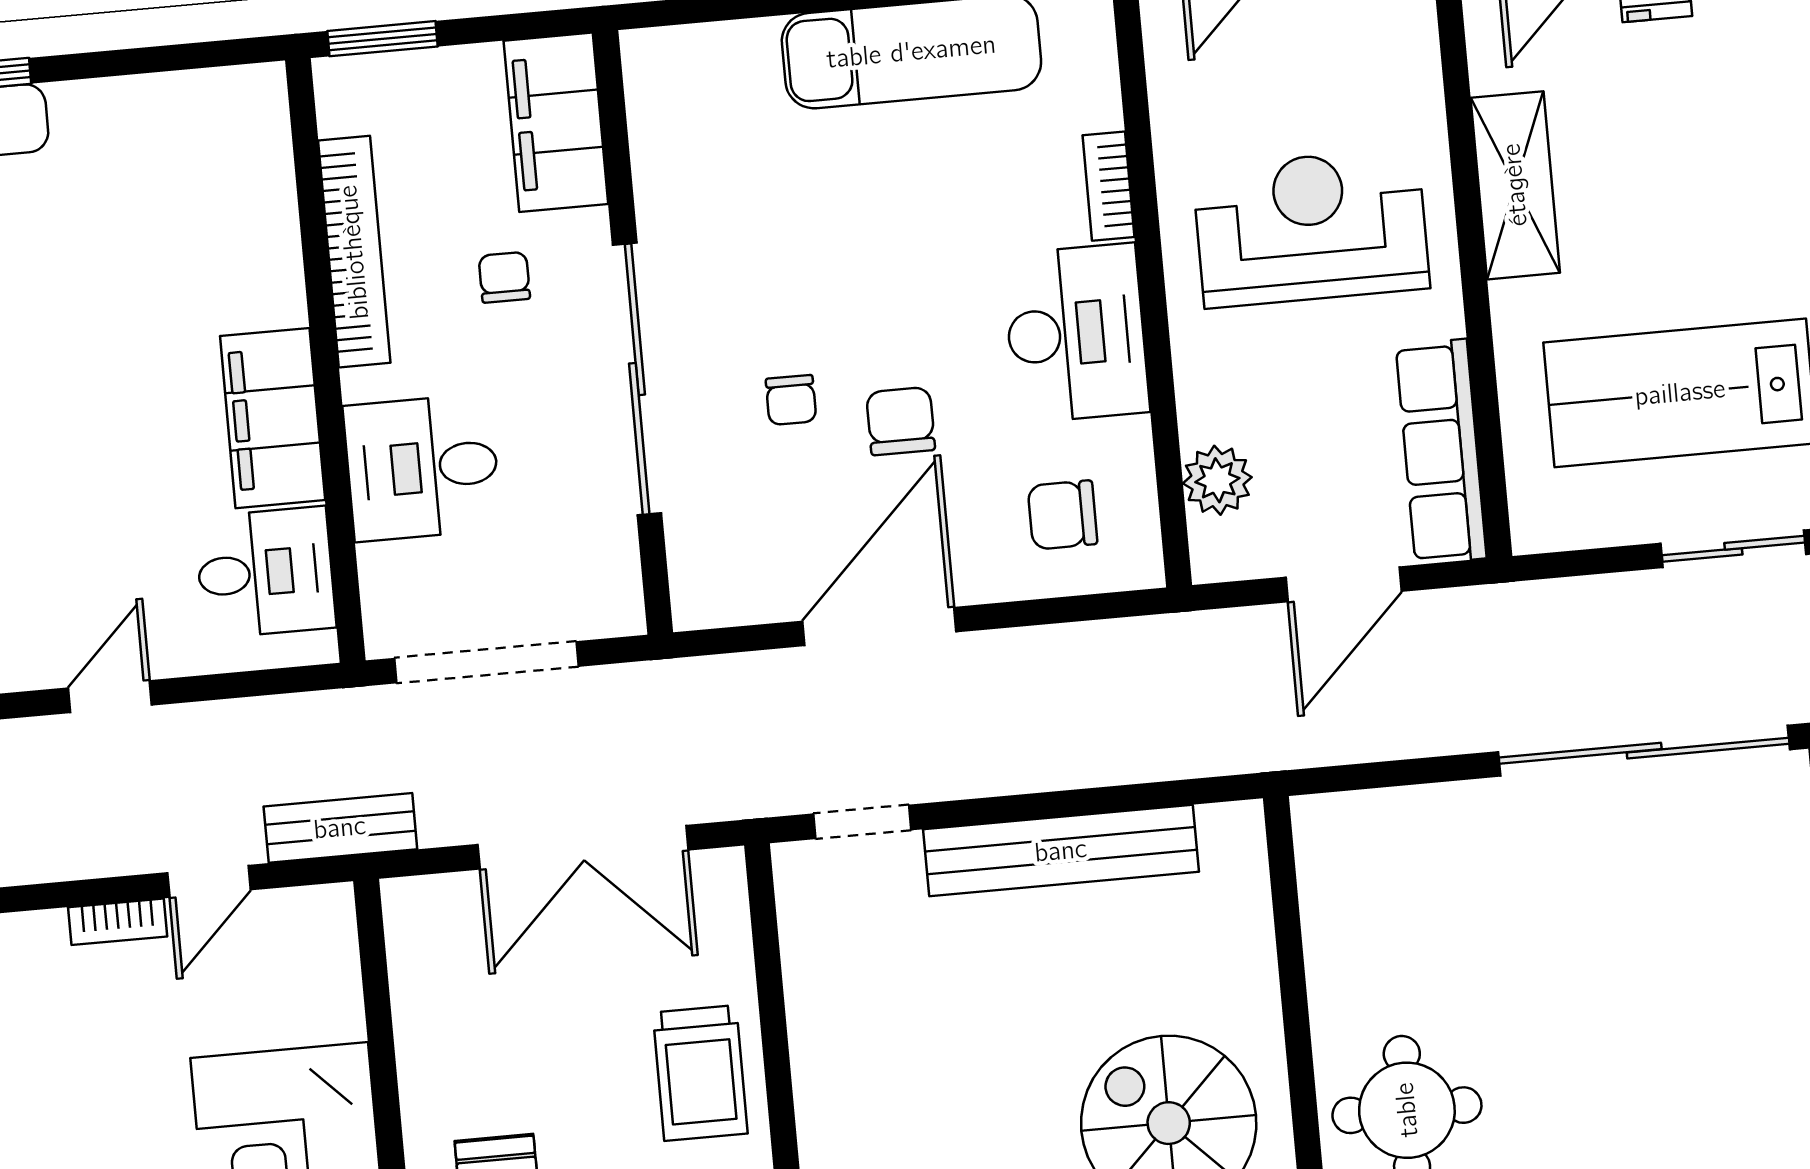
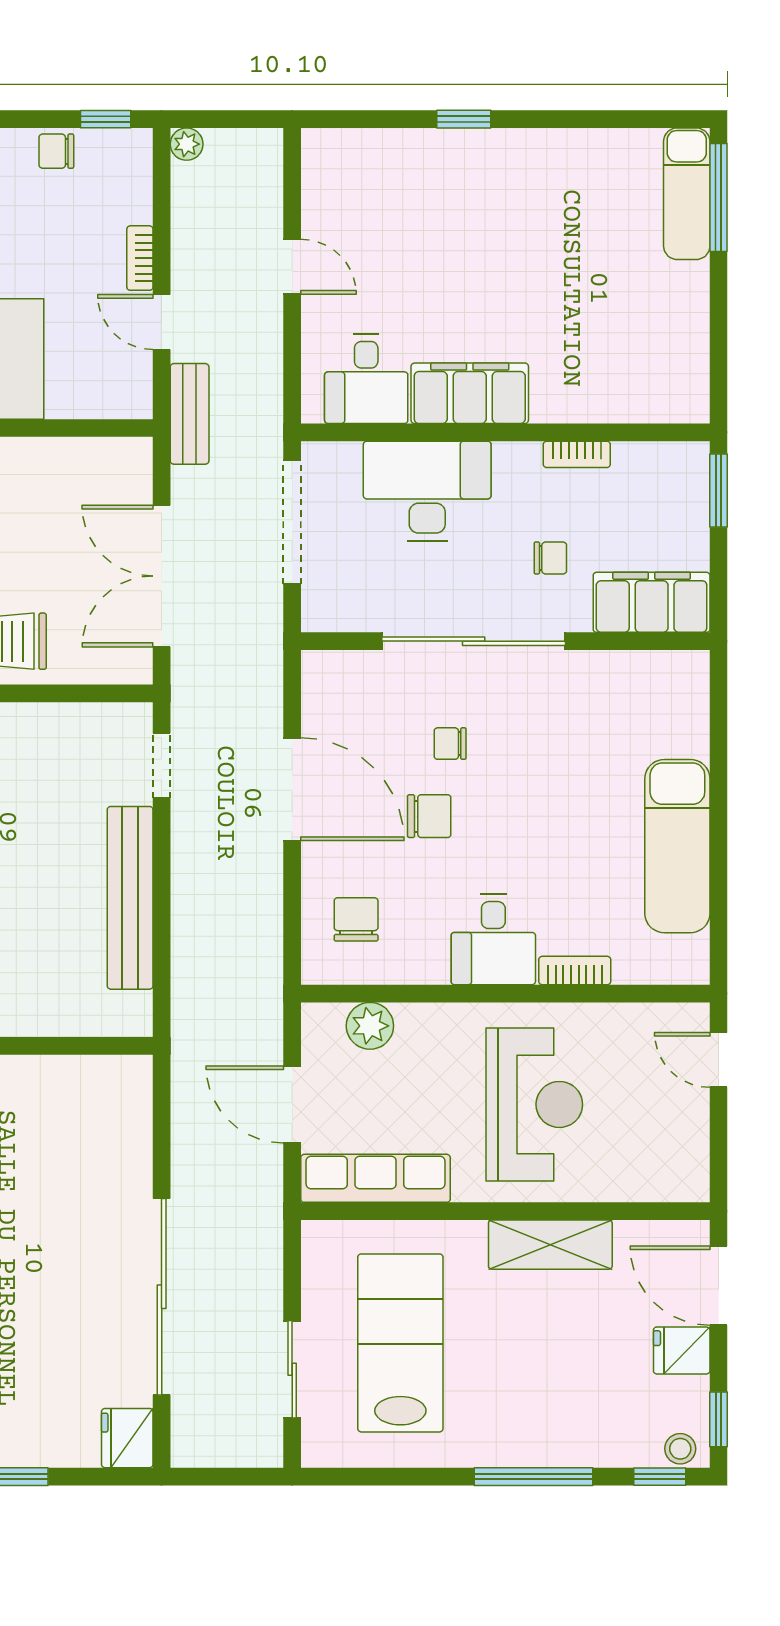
bookcase: (354, 252) -> (577, 454), width x0.43, depth x0.76
desk: (1076, 333) -> (493, 940), width x0.73
desk: (422, 468) -> (427, 491), width x1.37

